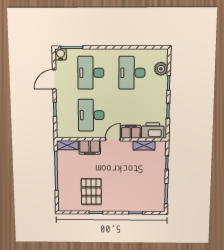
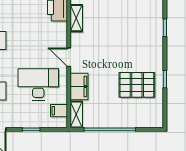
desk: (91, 115) -> (38, 84), turned 180
filing cabinet: (131, 132) -> (59, 111), moved, width x0.50

